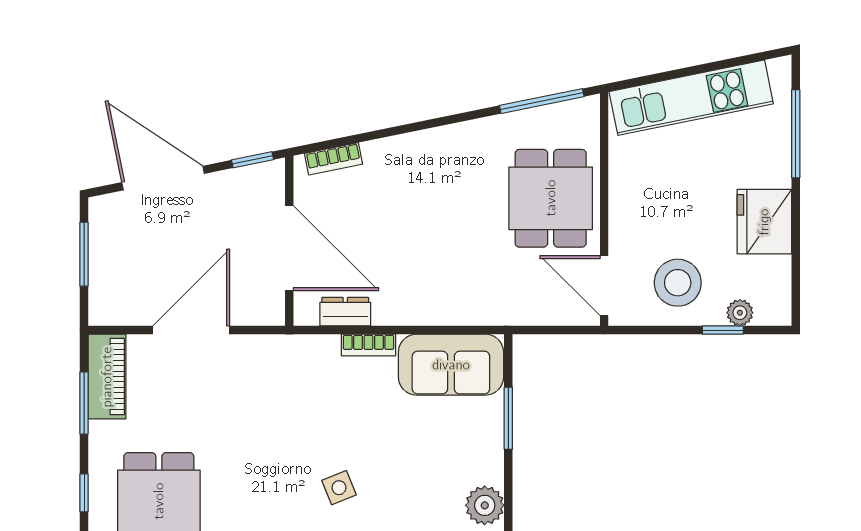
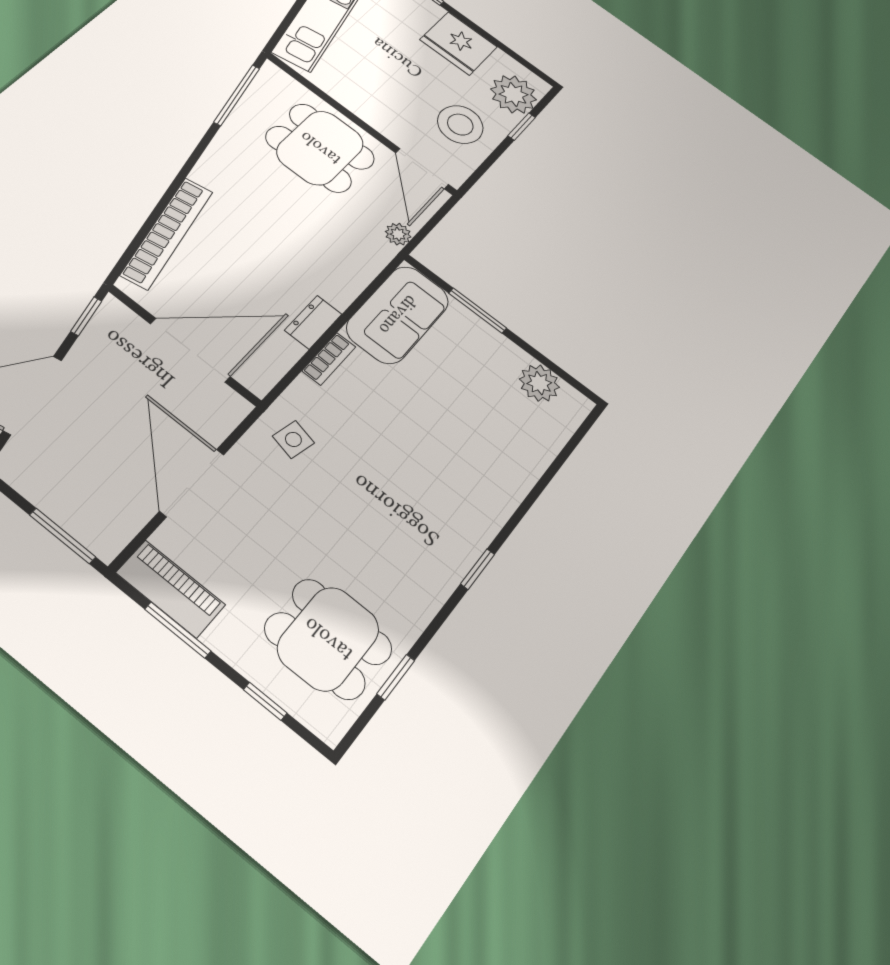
bookcase: (334, 159) -> (167, 233), width x2.31, depth x1.31
window: (84, 254) -> (63, 536), moved
door: (604, 286) -> (422, 169), hinge flipped
dresser: (345, 312) -> (313, 322), moved
plant: (524, 313) -> (398, 234), added
plant: (740, 313) -> (514, 94), width x1.88, depth x1.88
side table: (339, 488) -> (293, 439), moved, turned 35

